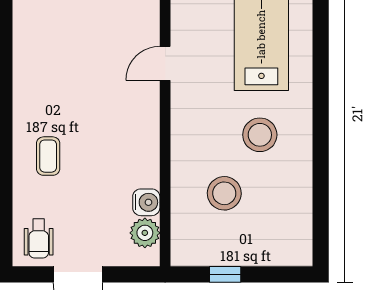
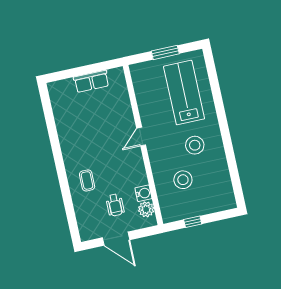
door: (165, 63) -> (141, 137), moved
wheelchair: (39, 239) -> (115, 205), moved

